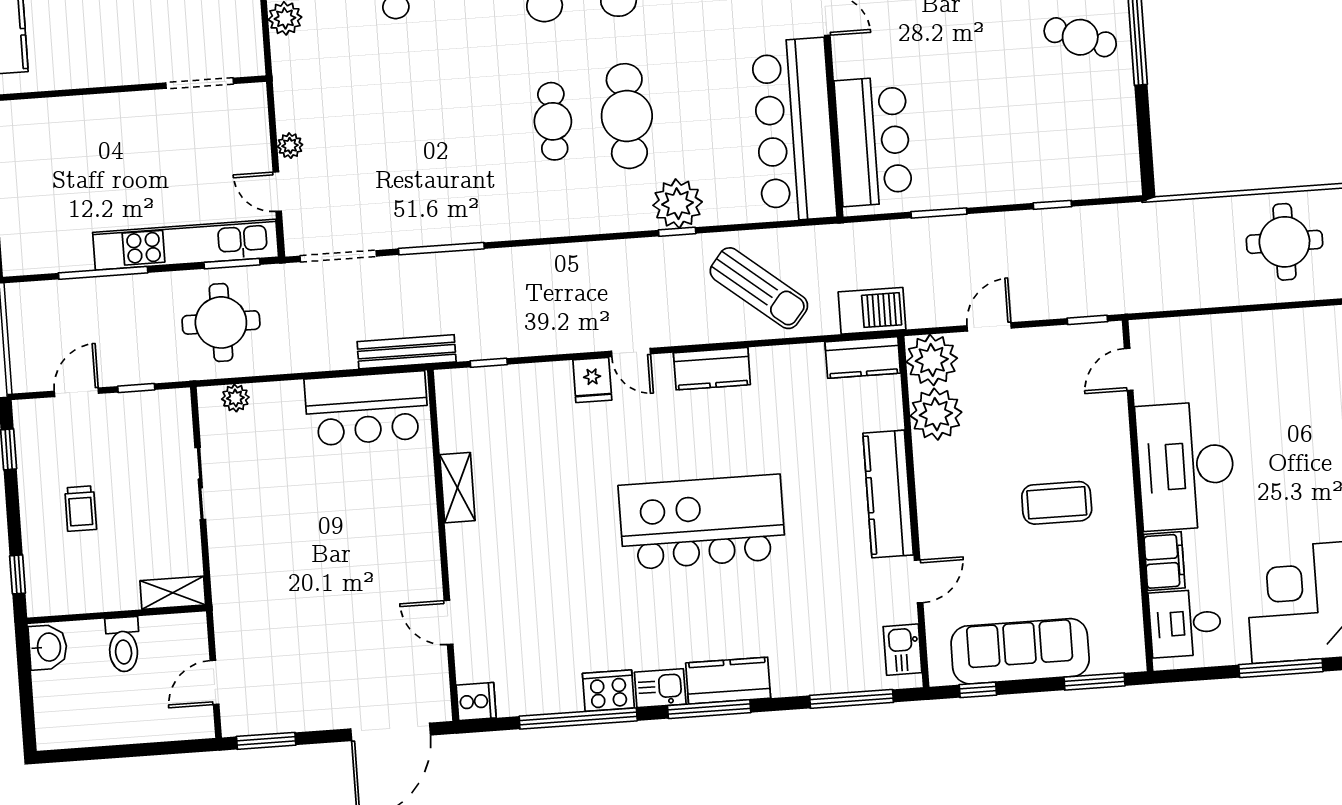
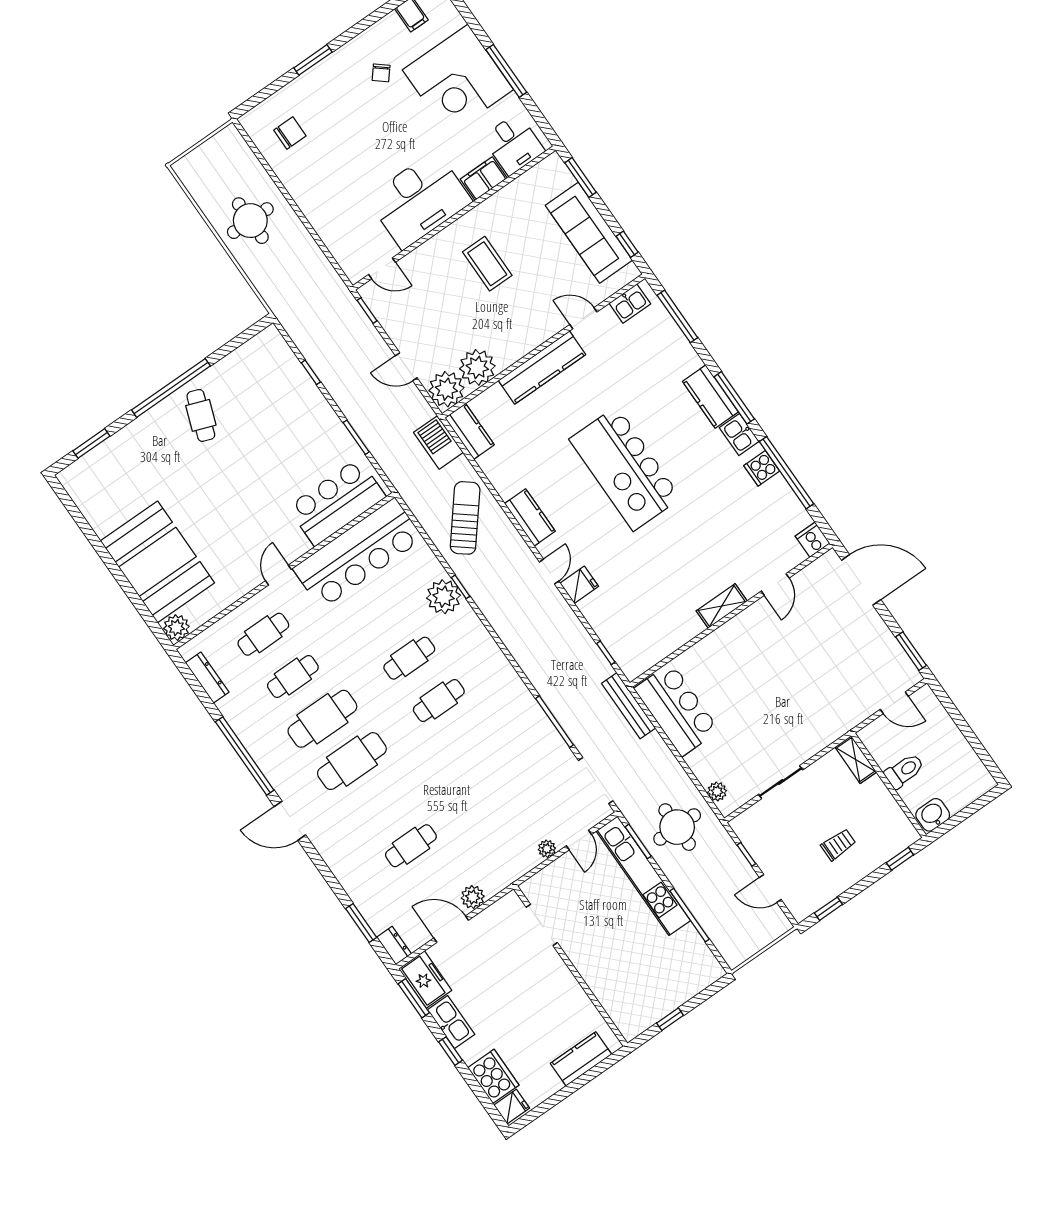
cafe table: (627, 116) -> (409, 658), width x0.73, depth x0.74
shelving: (457, 488) -> (722, 606), moved
cooker: (608, 691) -> (762, 468), width x0.73

